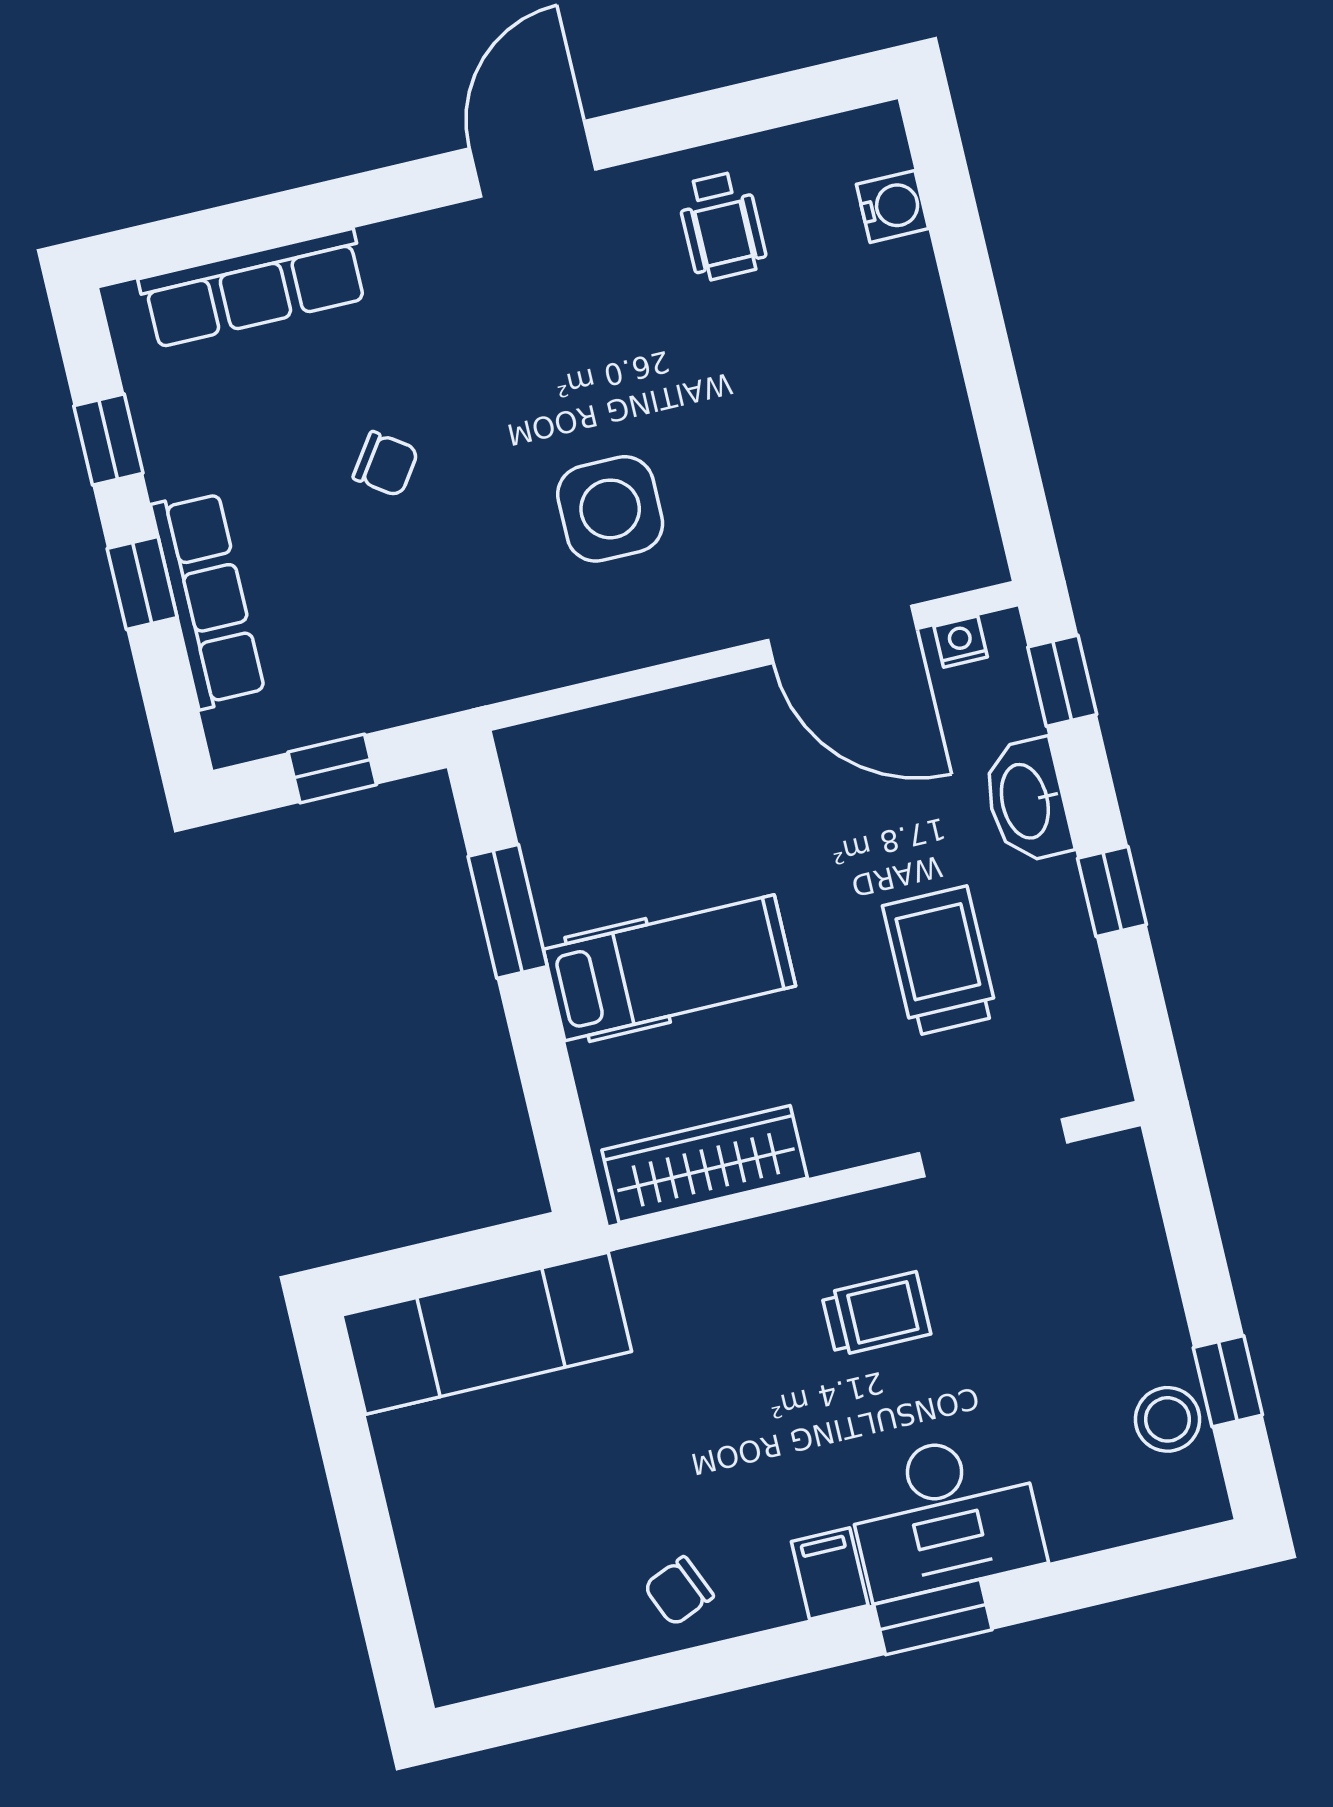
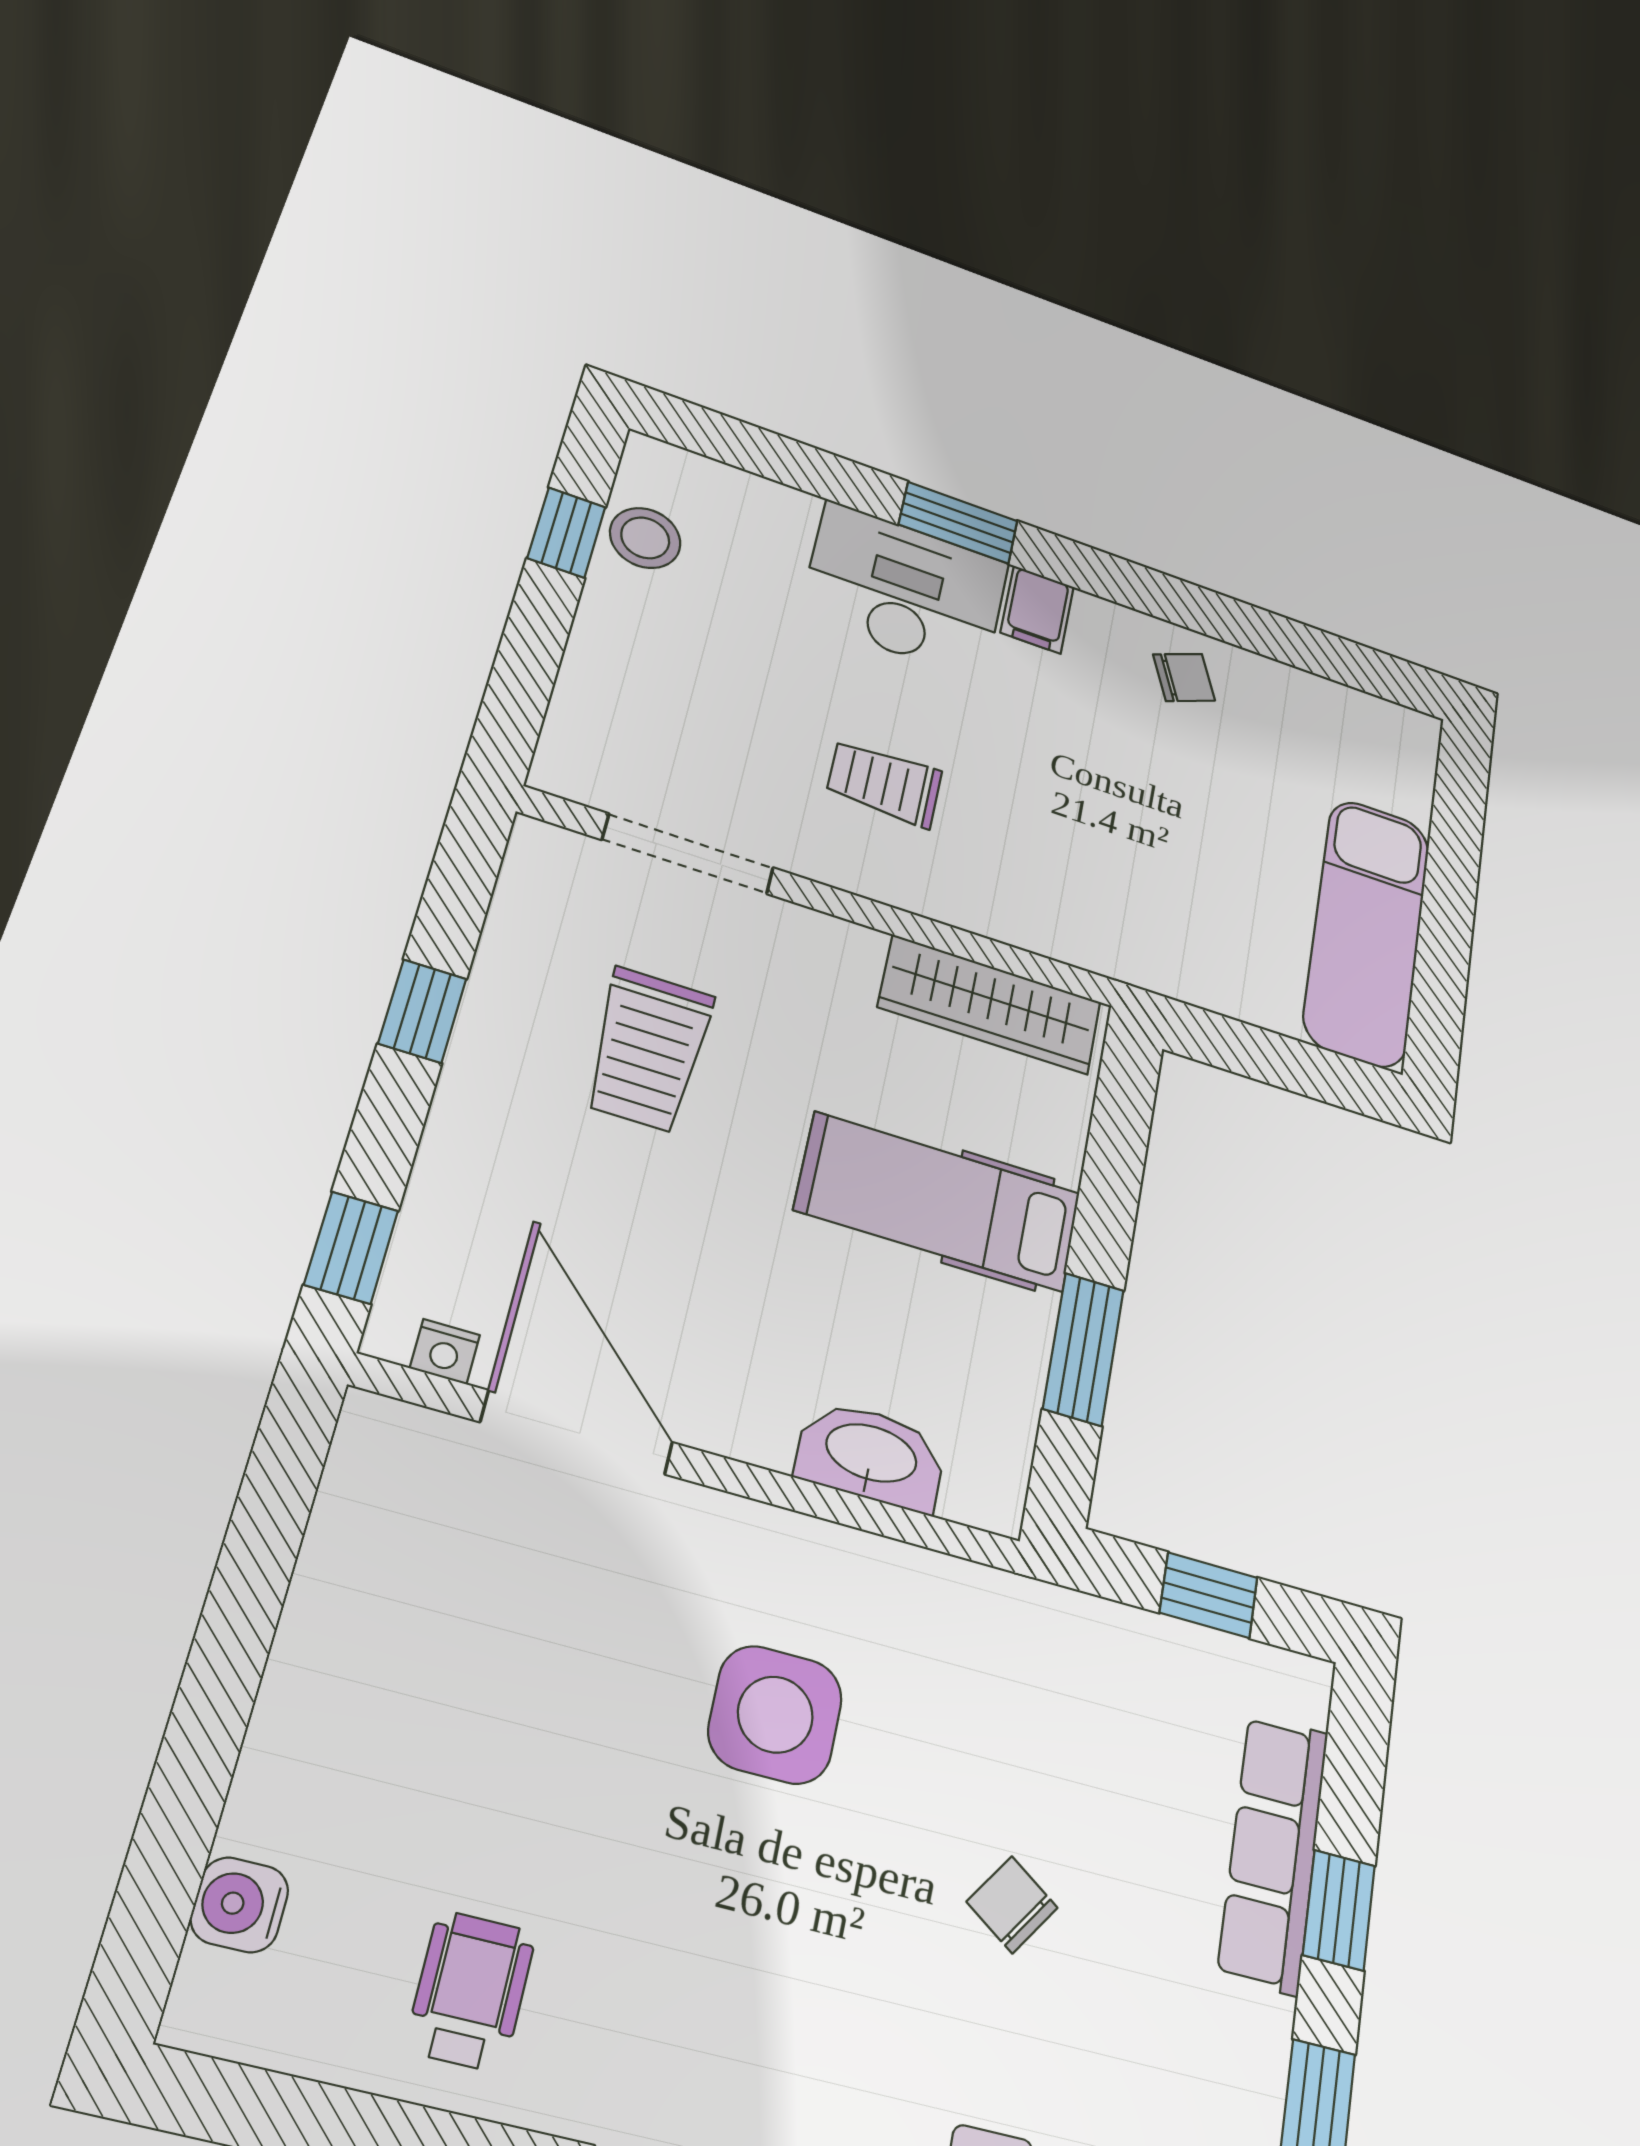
washbasin: (1027, 801) -> (871, 1455), moved, turned -90
exam couch: (487, 1333) -> (1367, 932), moved, turned -90

